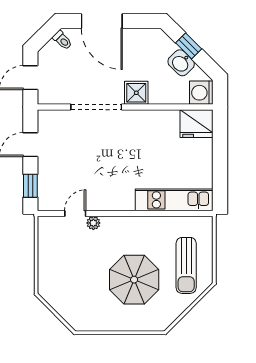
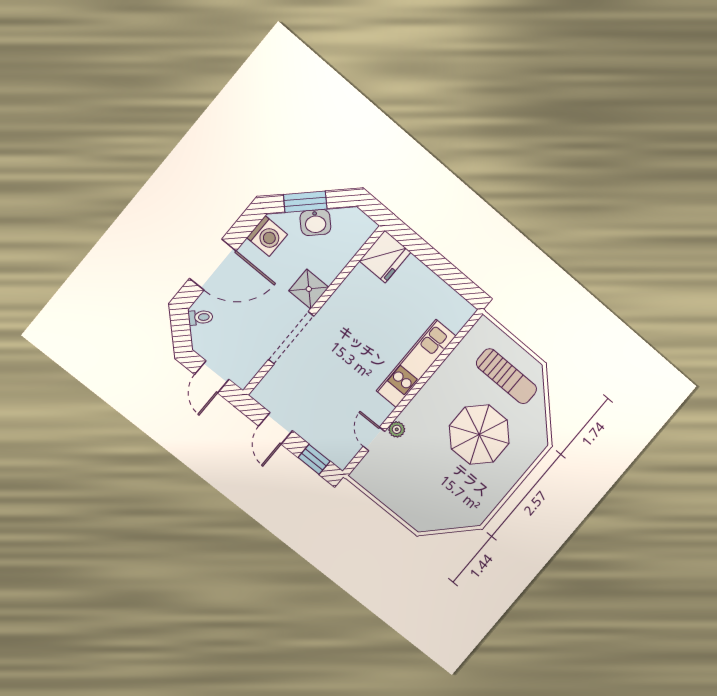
window: (189, 46) -> (305, 202), width x1.50
washing machine: (201, 93) -> (267, 236), moved, turned -90
kitchen unit: (174, 200) -> (416, 363), moved

